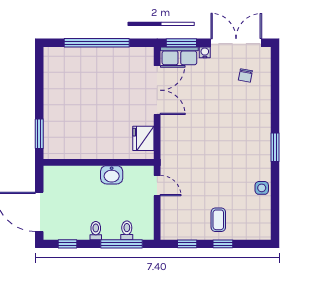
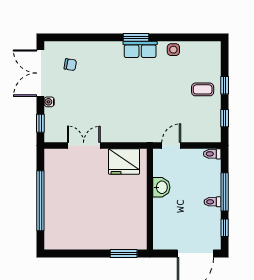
window: (181, 43) -> (40, 123), width x0.67
row of seats: (179, 56) -> (140, 49), moved, turned 90
double door: (157, 90) -> (84, 145), width x0.73
fridge: (143, 138) -> (124, 161), width x1.36, depth x1.34
toilet: (127, 230) -> (212, 154), moved
window: (121, 244) -> (225, 192), moved

